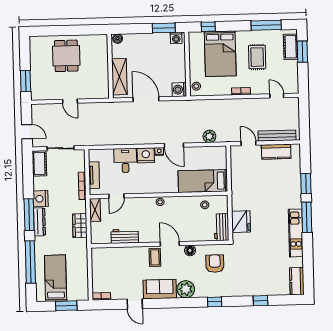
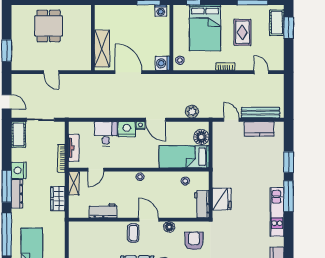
boiler: (118, 39) -> (101, 10), removed
floor lamp: (219, 161) -> (201, 137), added

